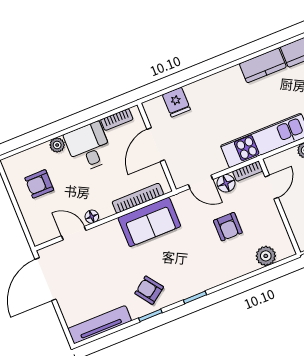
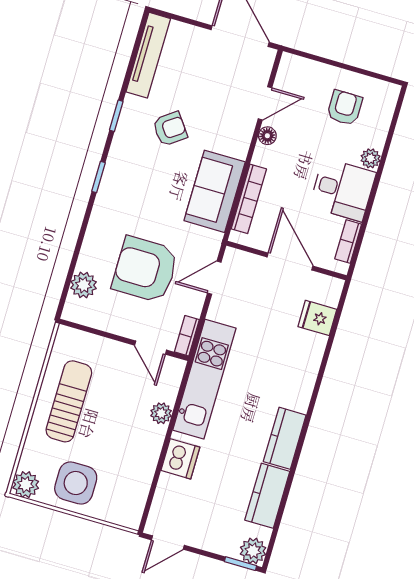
floor lamp: (226, 183) -> (192, 303), removed
armchair: (228, 227) -> (145, 269), width x1.88, depth x1.88
armchair: (149, 290) -> (170, 129), moved

